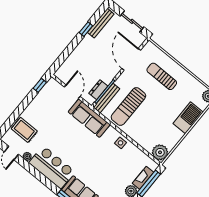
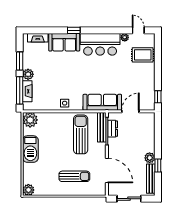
plant: (88, 41) -> (150, 158), added
door: (72, 92) -> (130, 111), swing flipped
barbecue: (188, 118) -> (30, 149), moved

